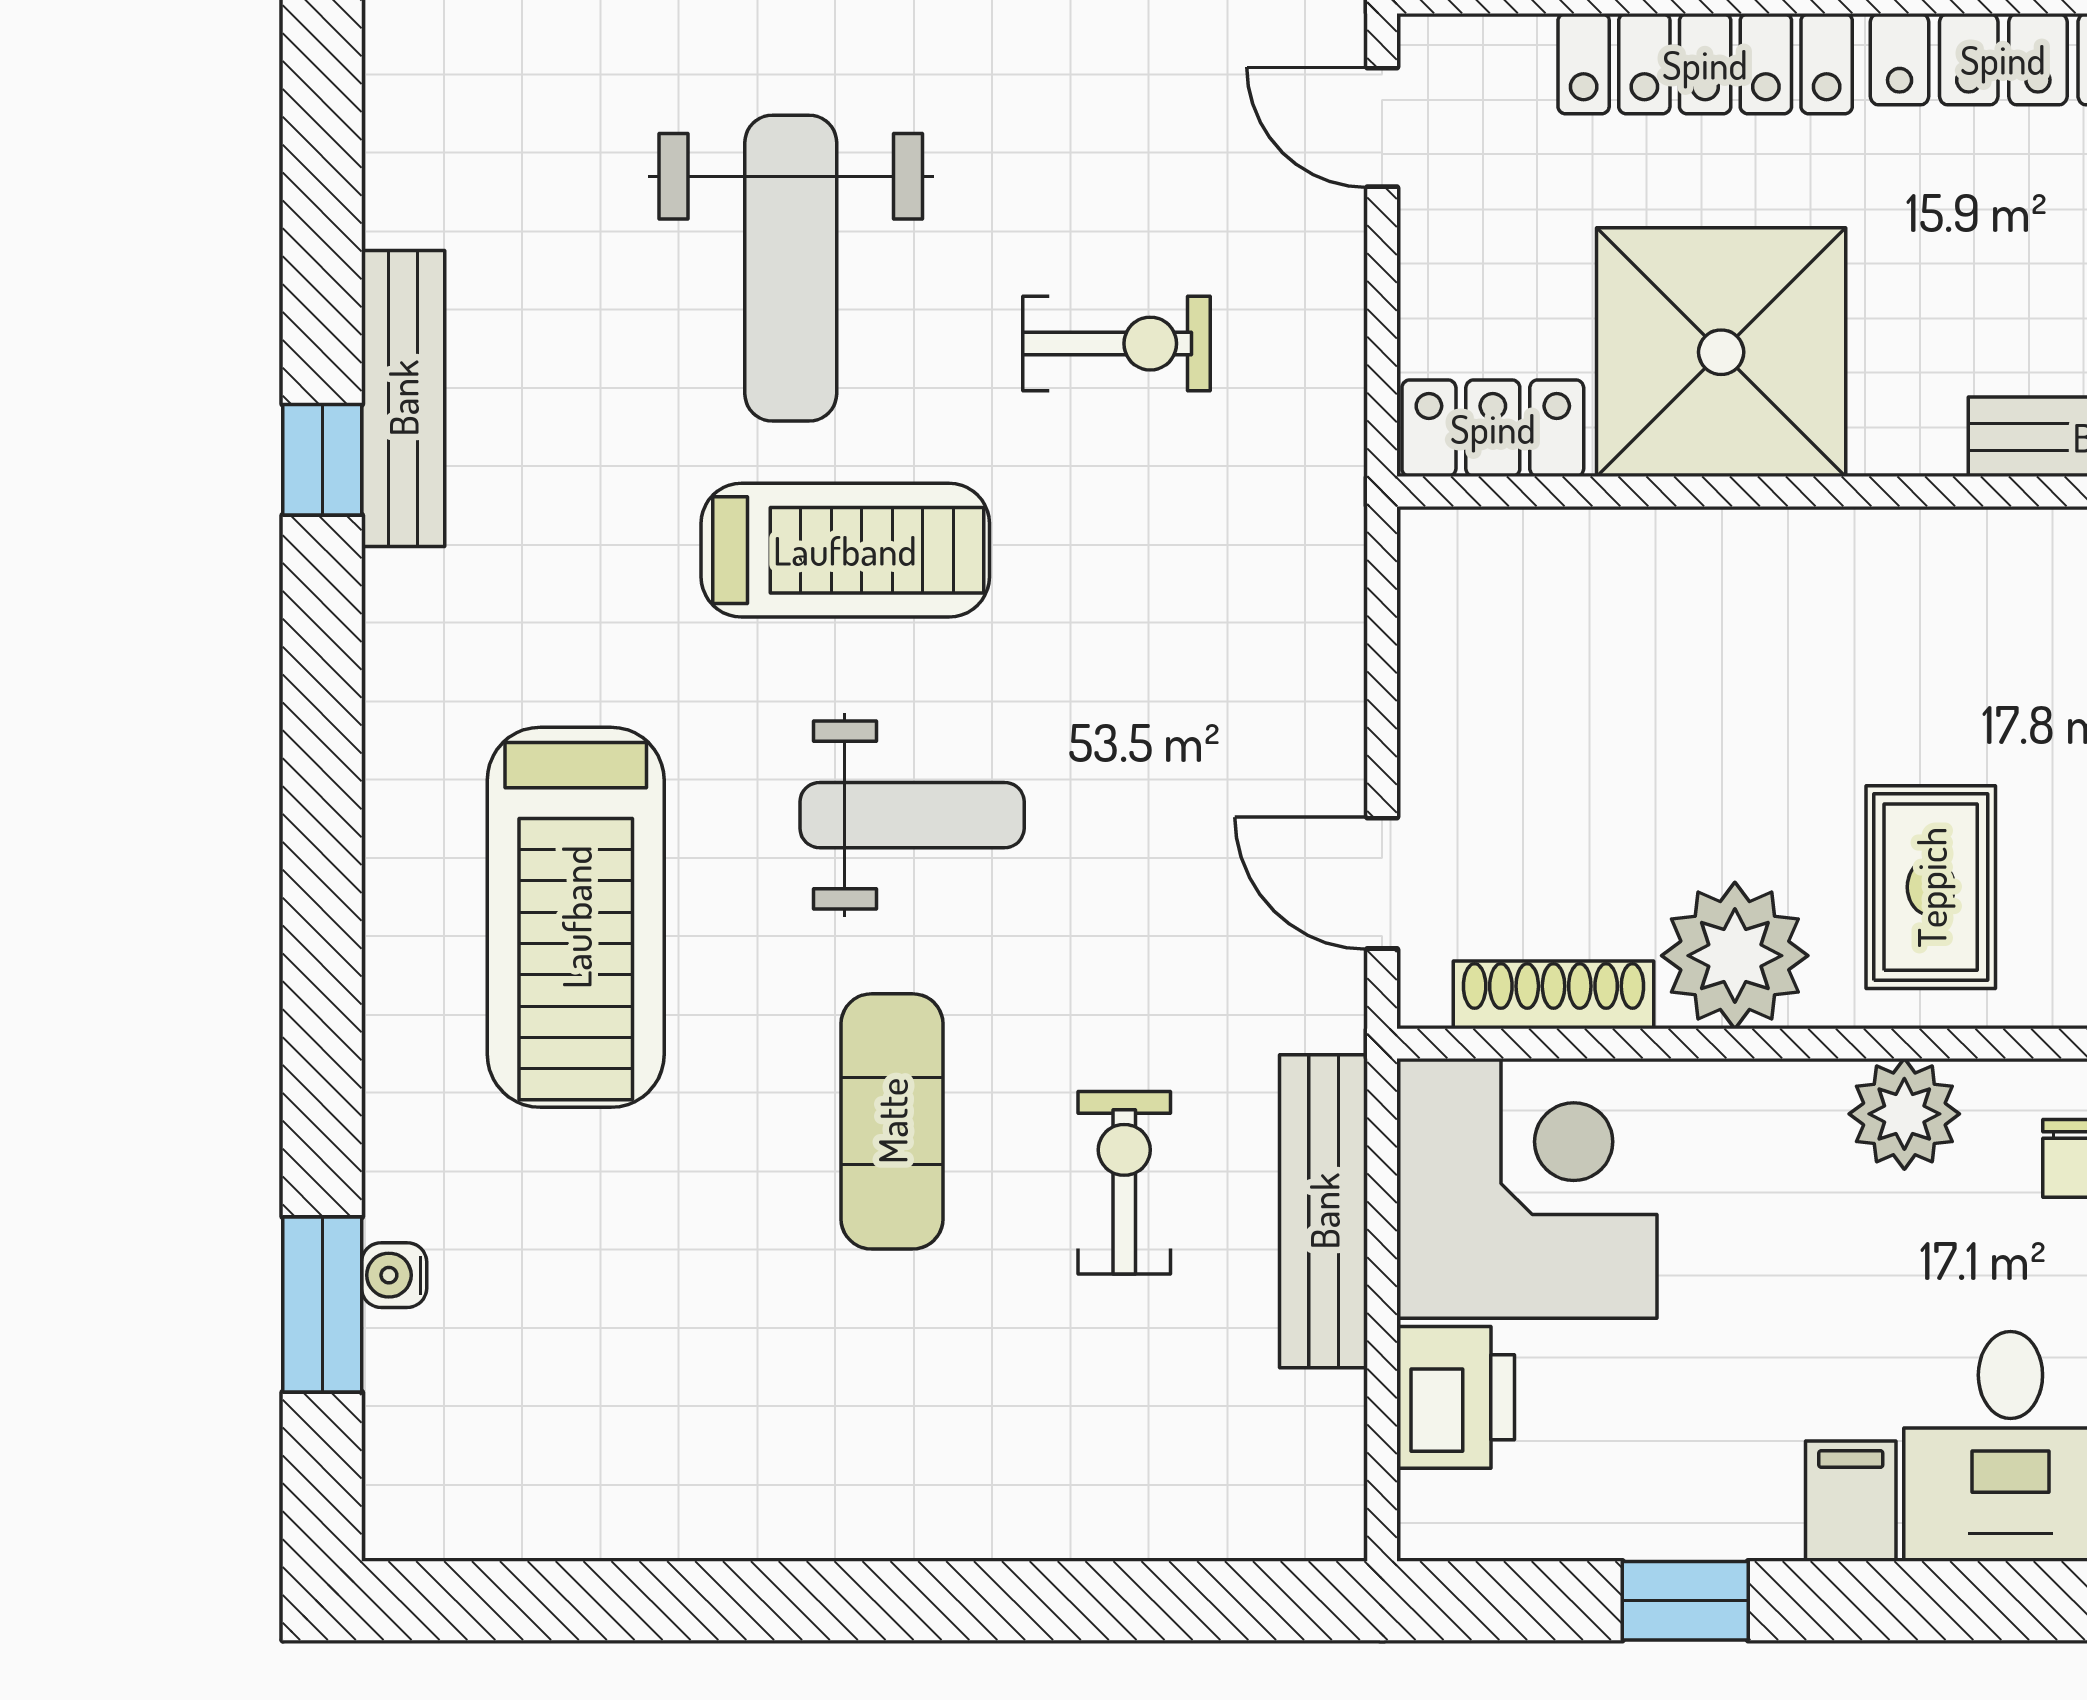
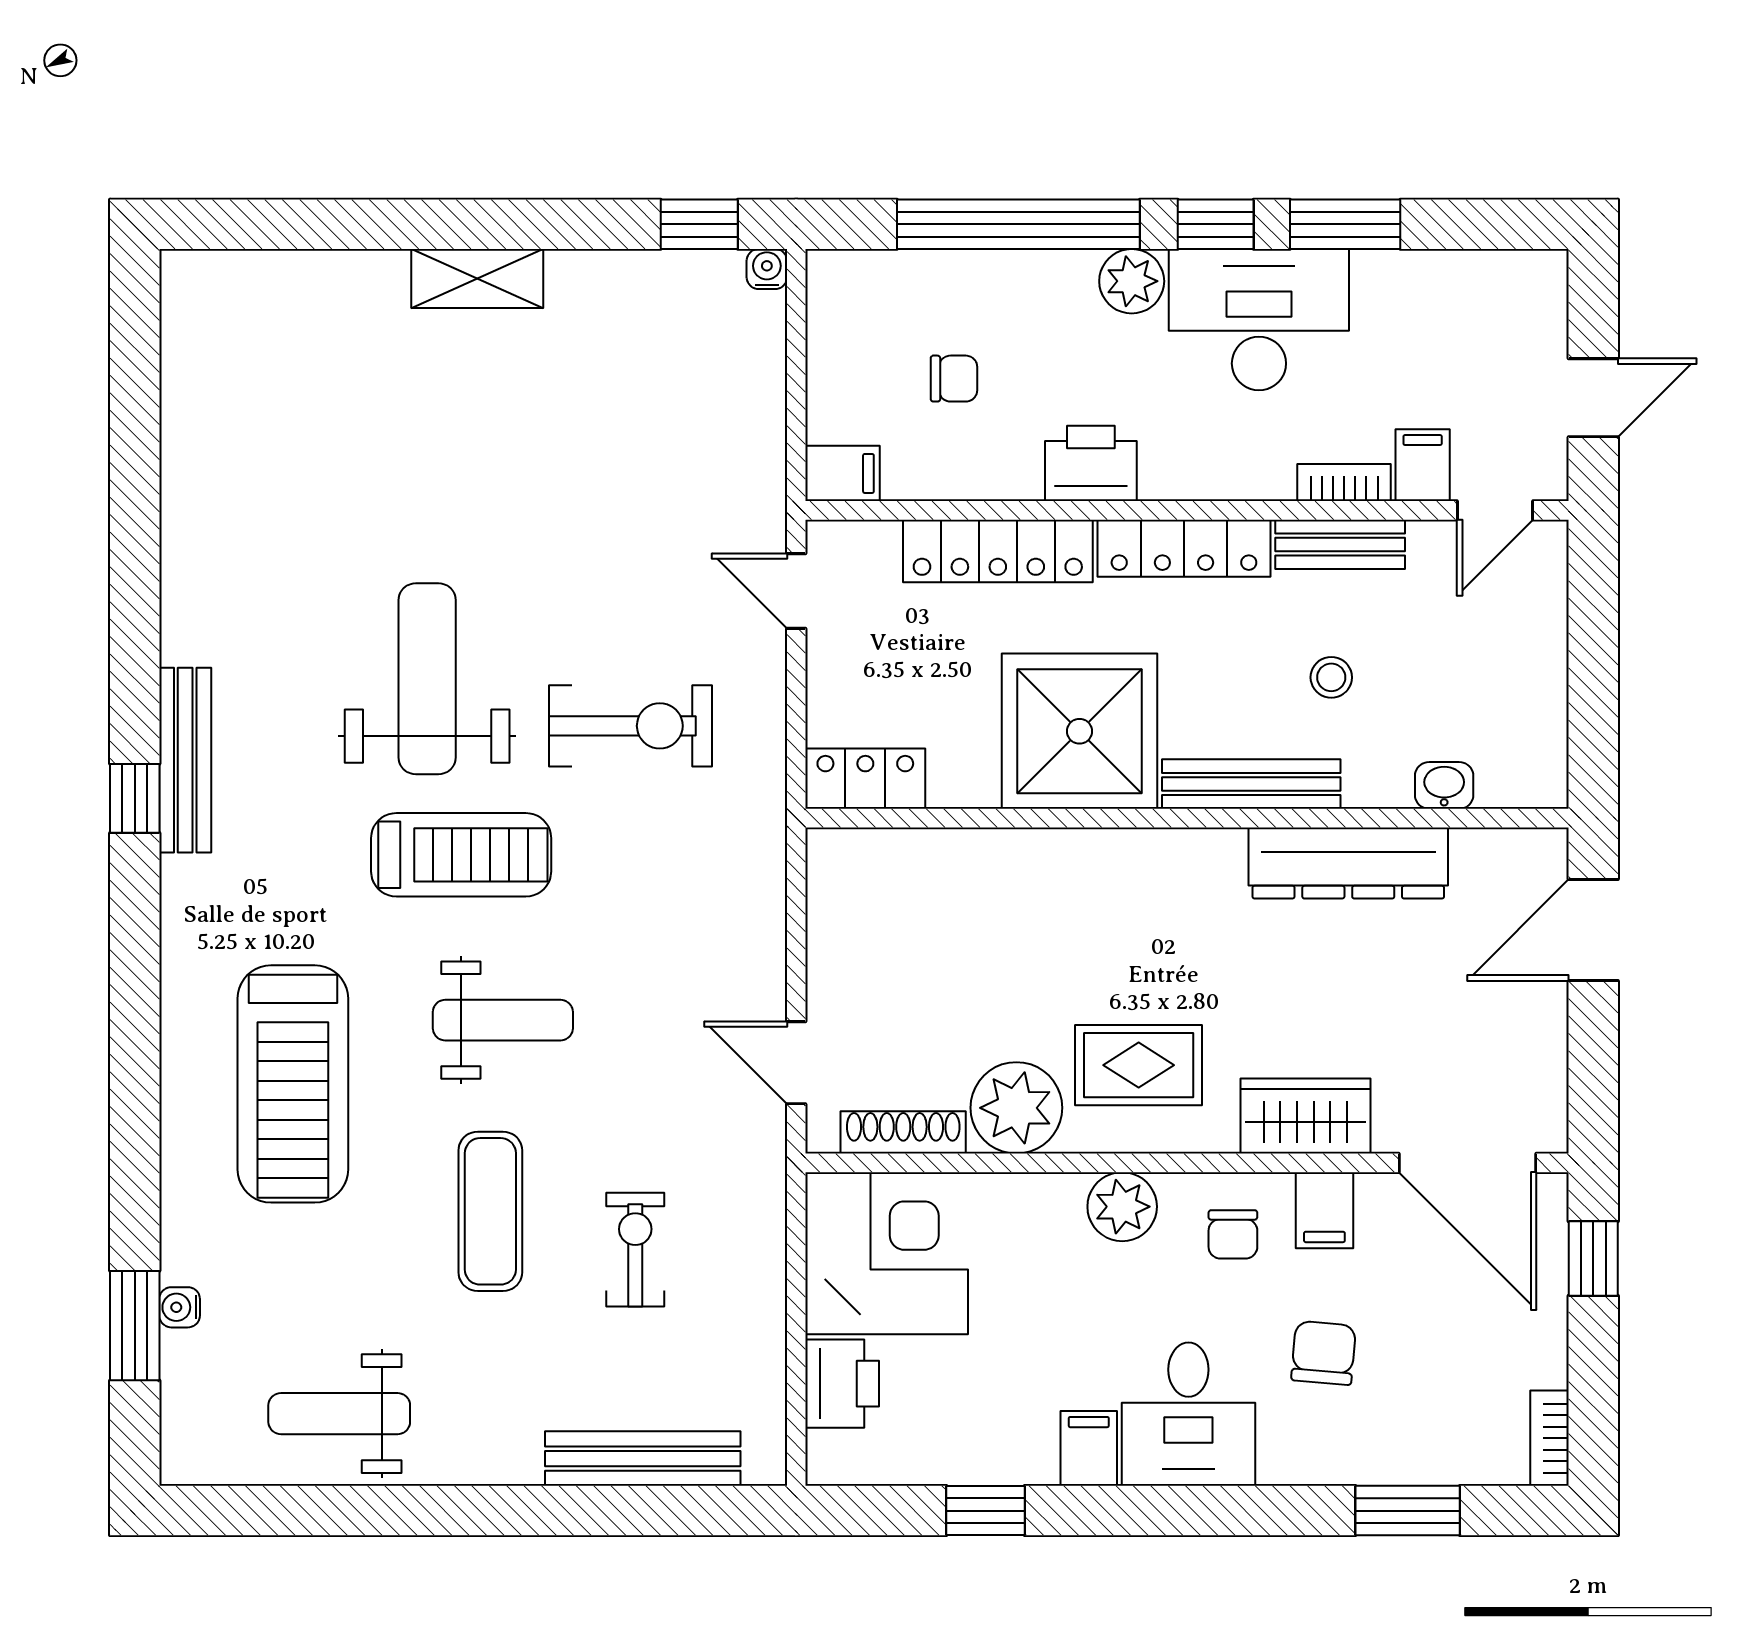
weight bench: (791, 268) -> (427, 679), turned 180
exercise bike: (1117, 344) -> (630, 726), width x1.38, depth x1.39
shower: (1721, 352) -> (1080, 731), moved
rug: (1931, 887) -> (1139, 1065), turned 90
bench: (1324, 1211) -> (643, 1459), moved, turned 90
weight bench: (650, 1445) -> (339, 1414), added

